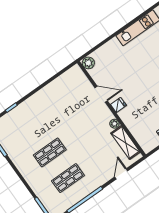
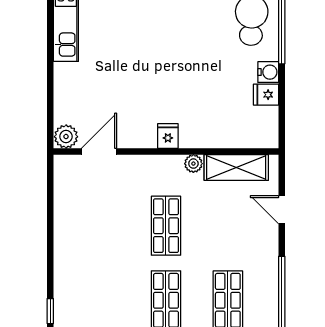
door: (101, 94) -> (99, 151), moved
shop shelf: (81, 131) -> (166, 226), added

